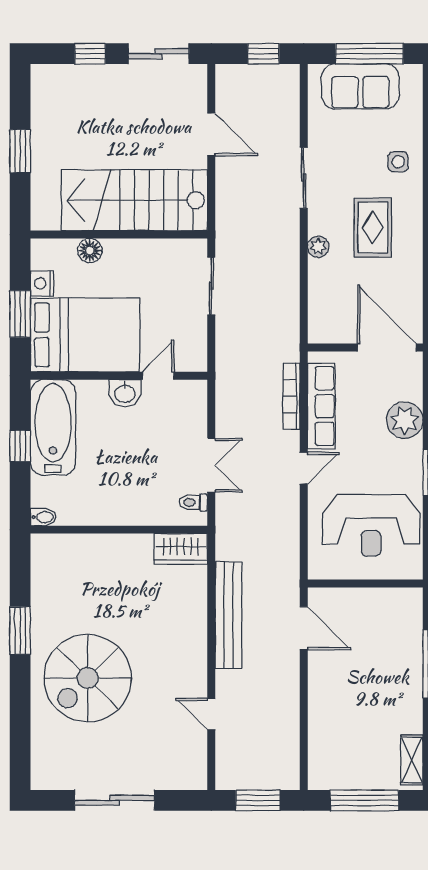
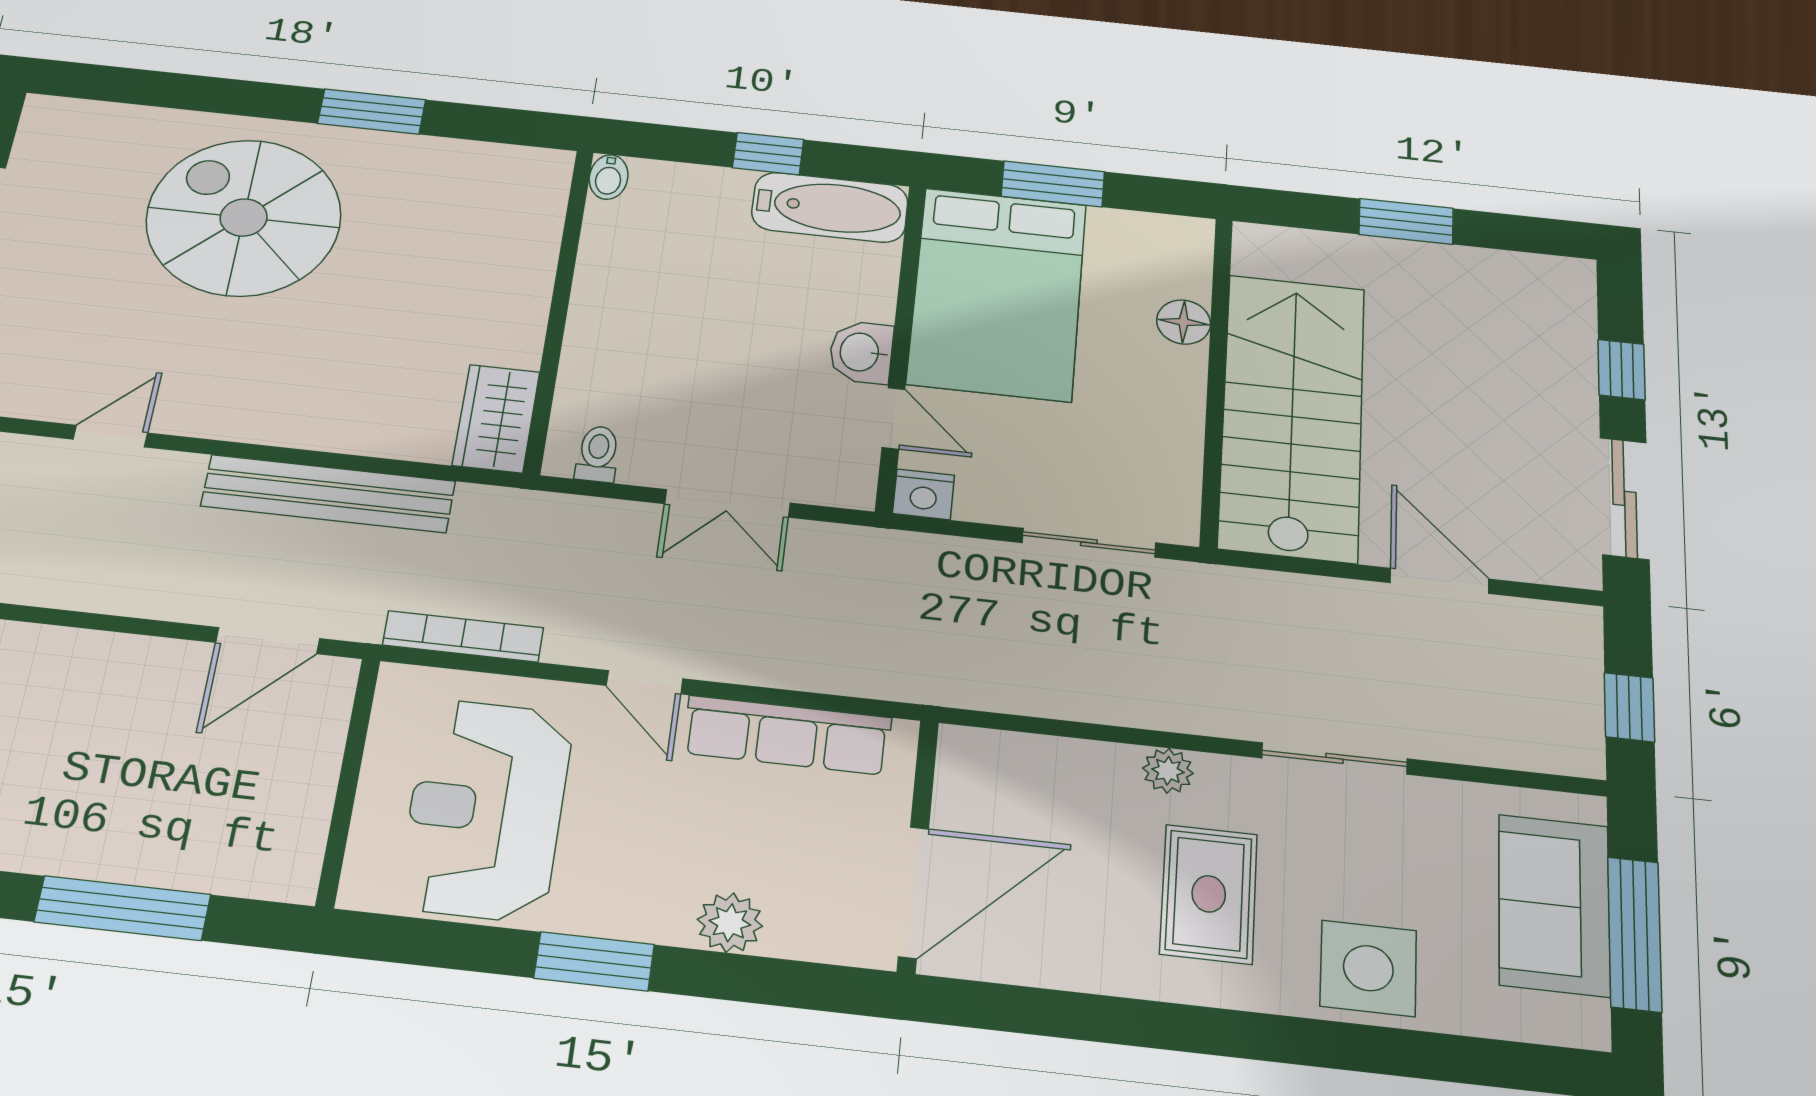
door: (211, 134) -> (1440, 581), swing flipped
side table: (398, 162) -> (1368, 968), width x1.87, depth x1.87
rug: (373, 228) -> (1209, 894), turned 90
nightstand: (42, 283) -> (924, 494), moved, turned 180
bookcase: (291, 396) -> (463, 636), moved
plant: (405, 420) -> (730, 923), width x0.73, depth x0.73
bathtub: (53, 427) -> (830, 207), width x0.73, depth x0.73
double door: (211, 465) -> (727, 503), moved

